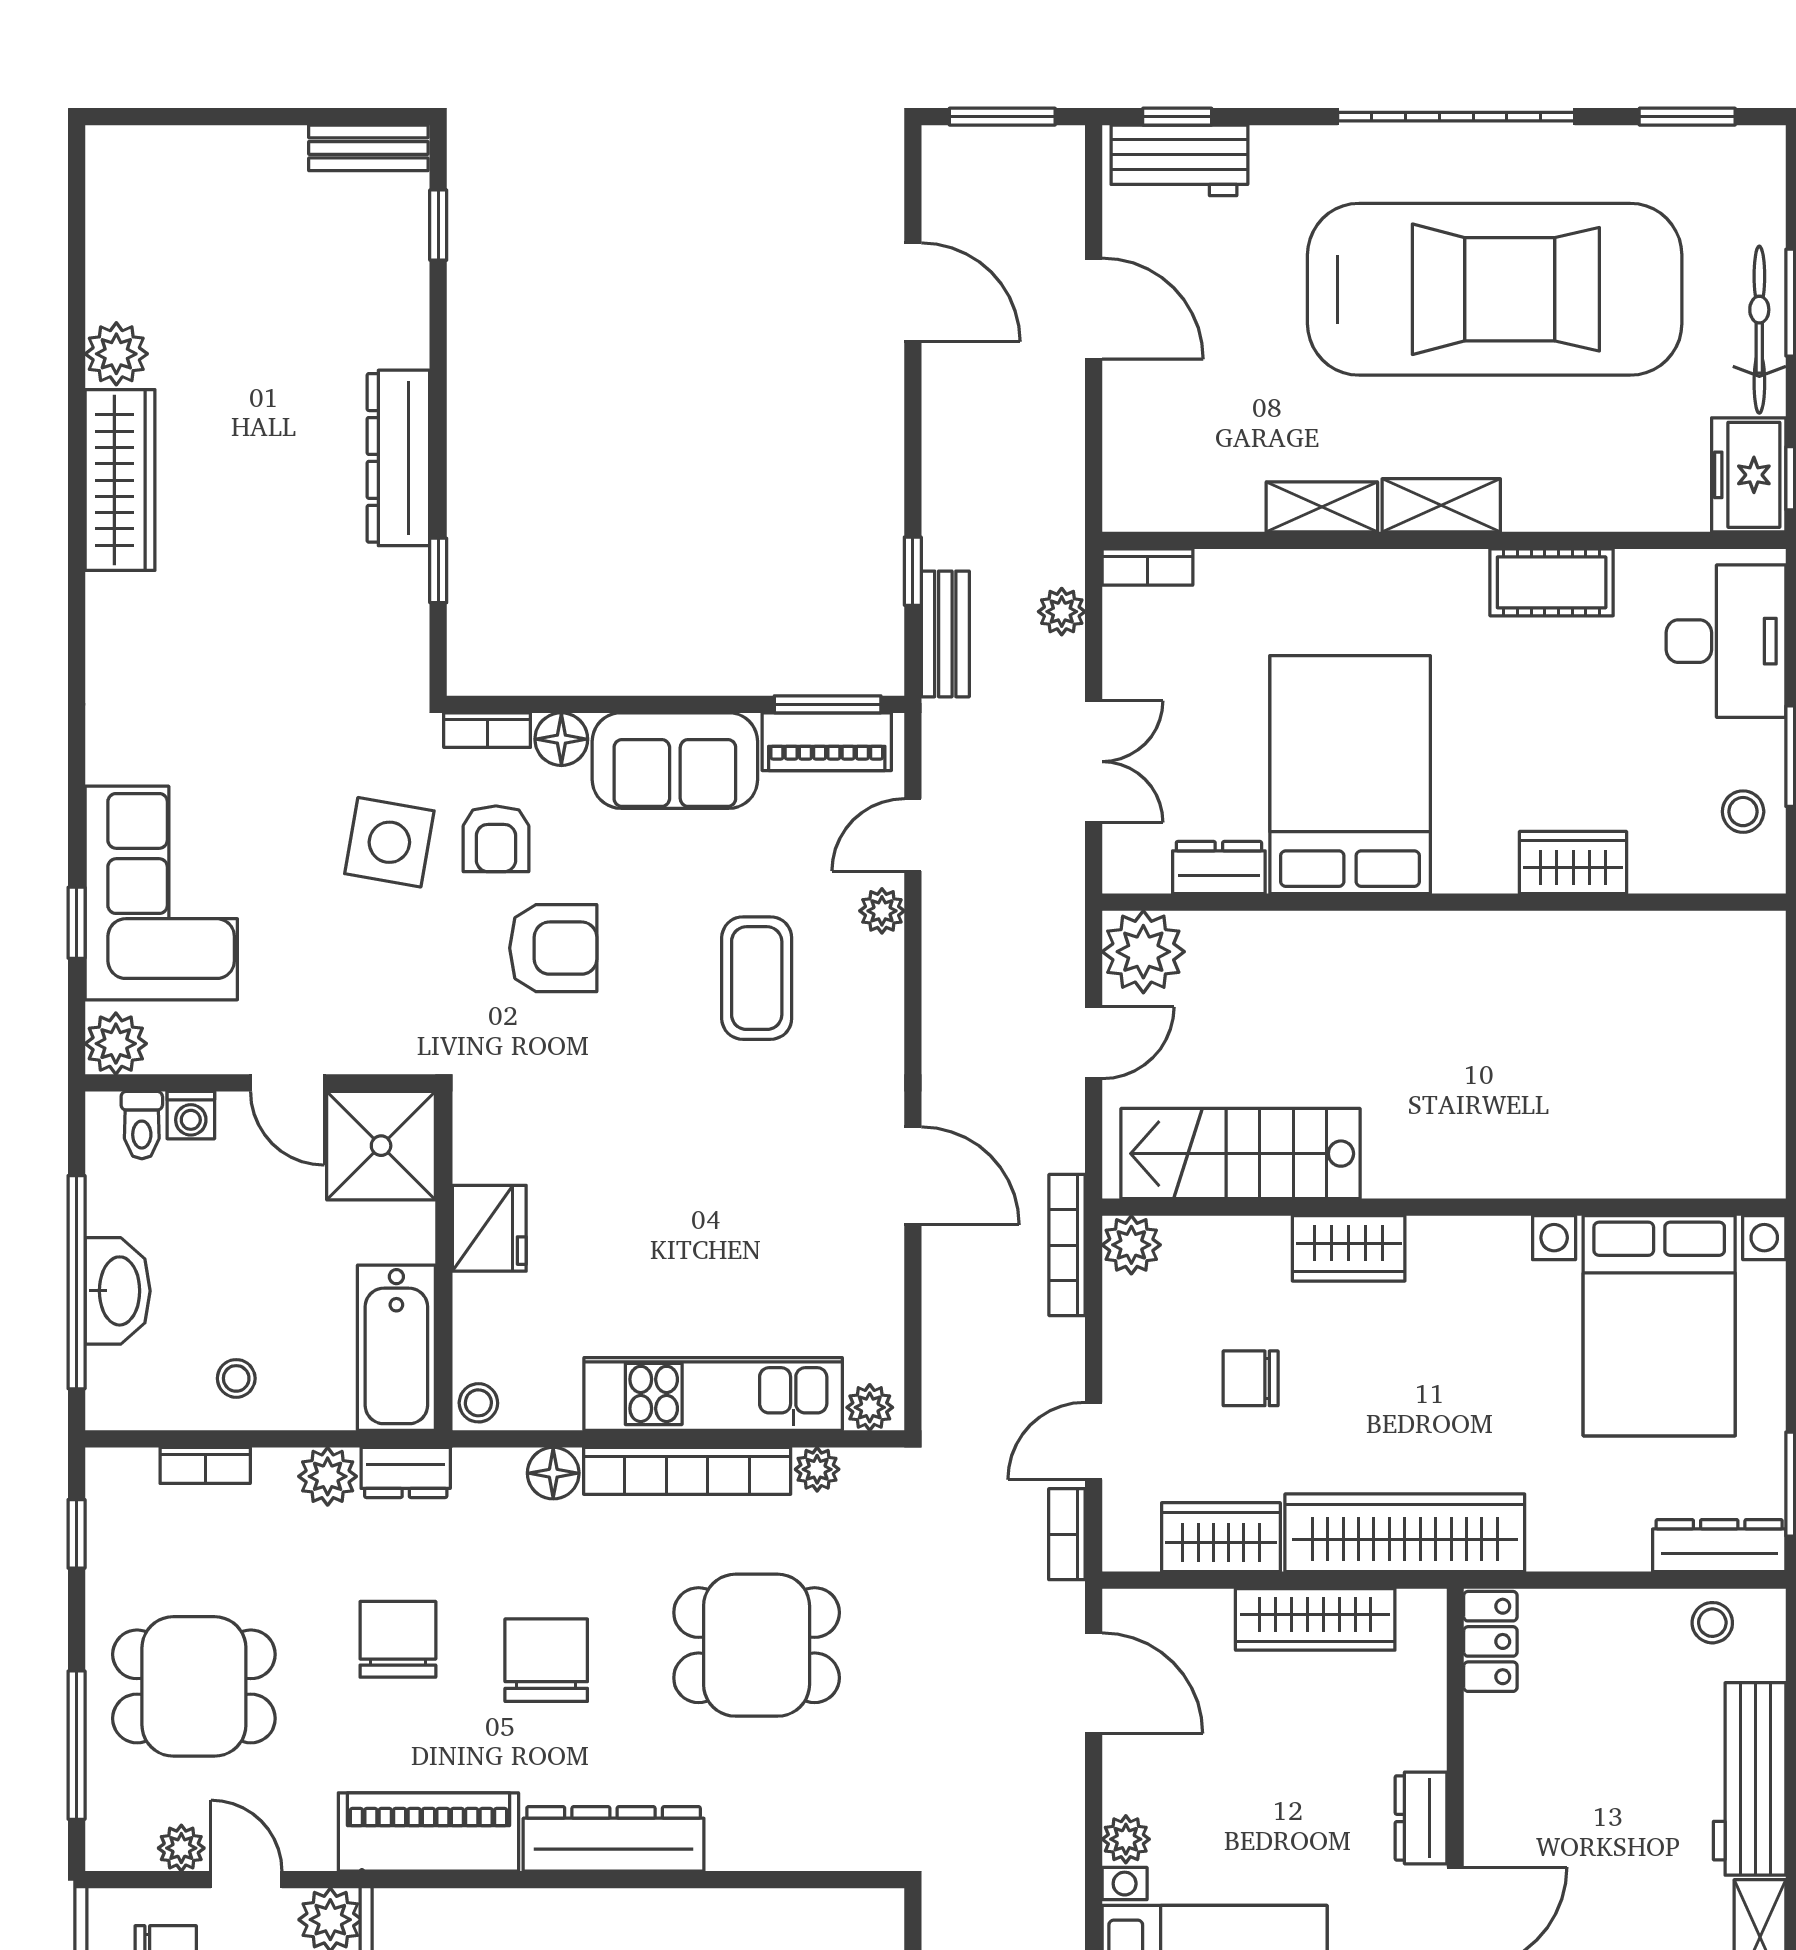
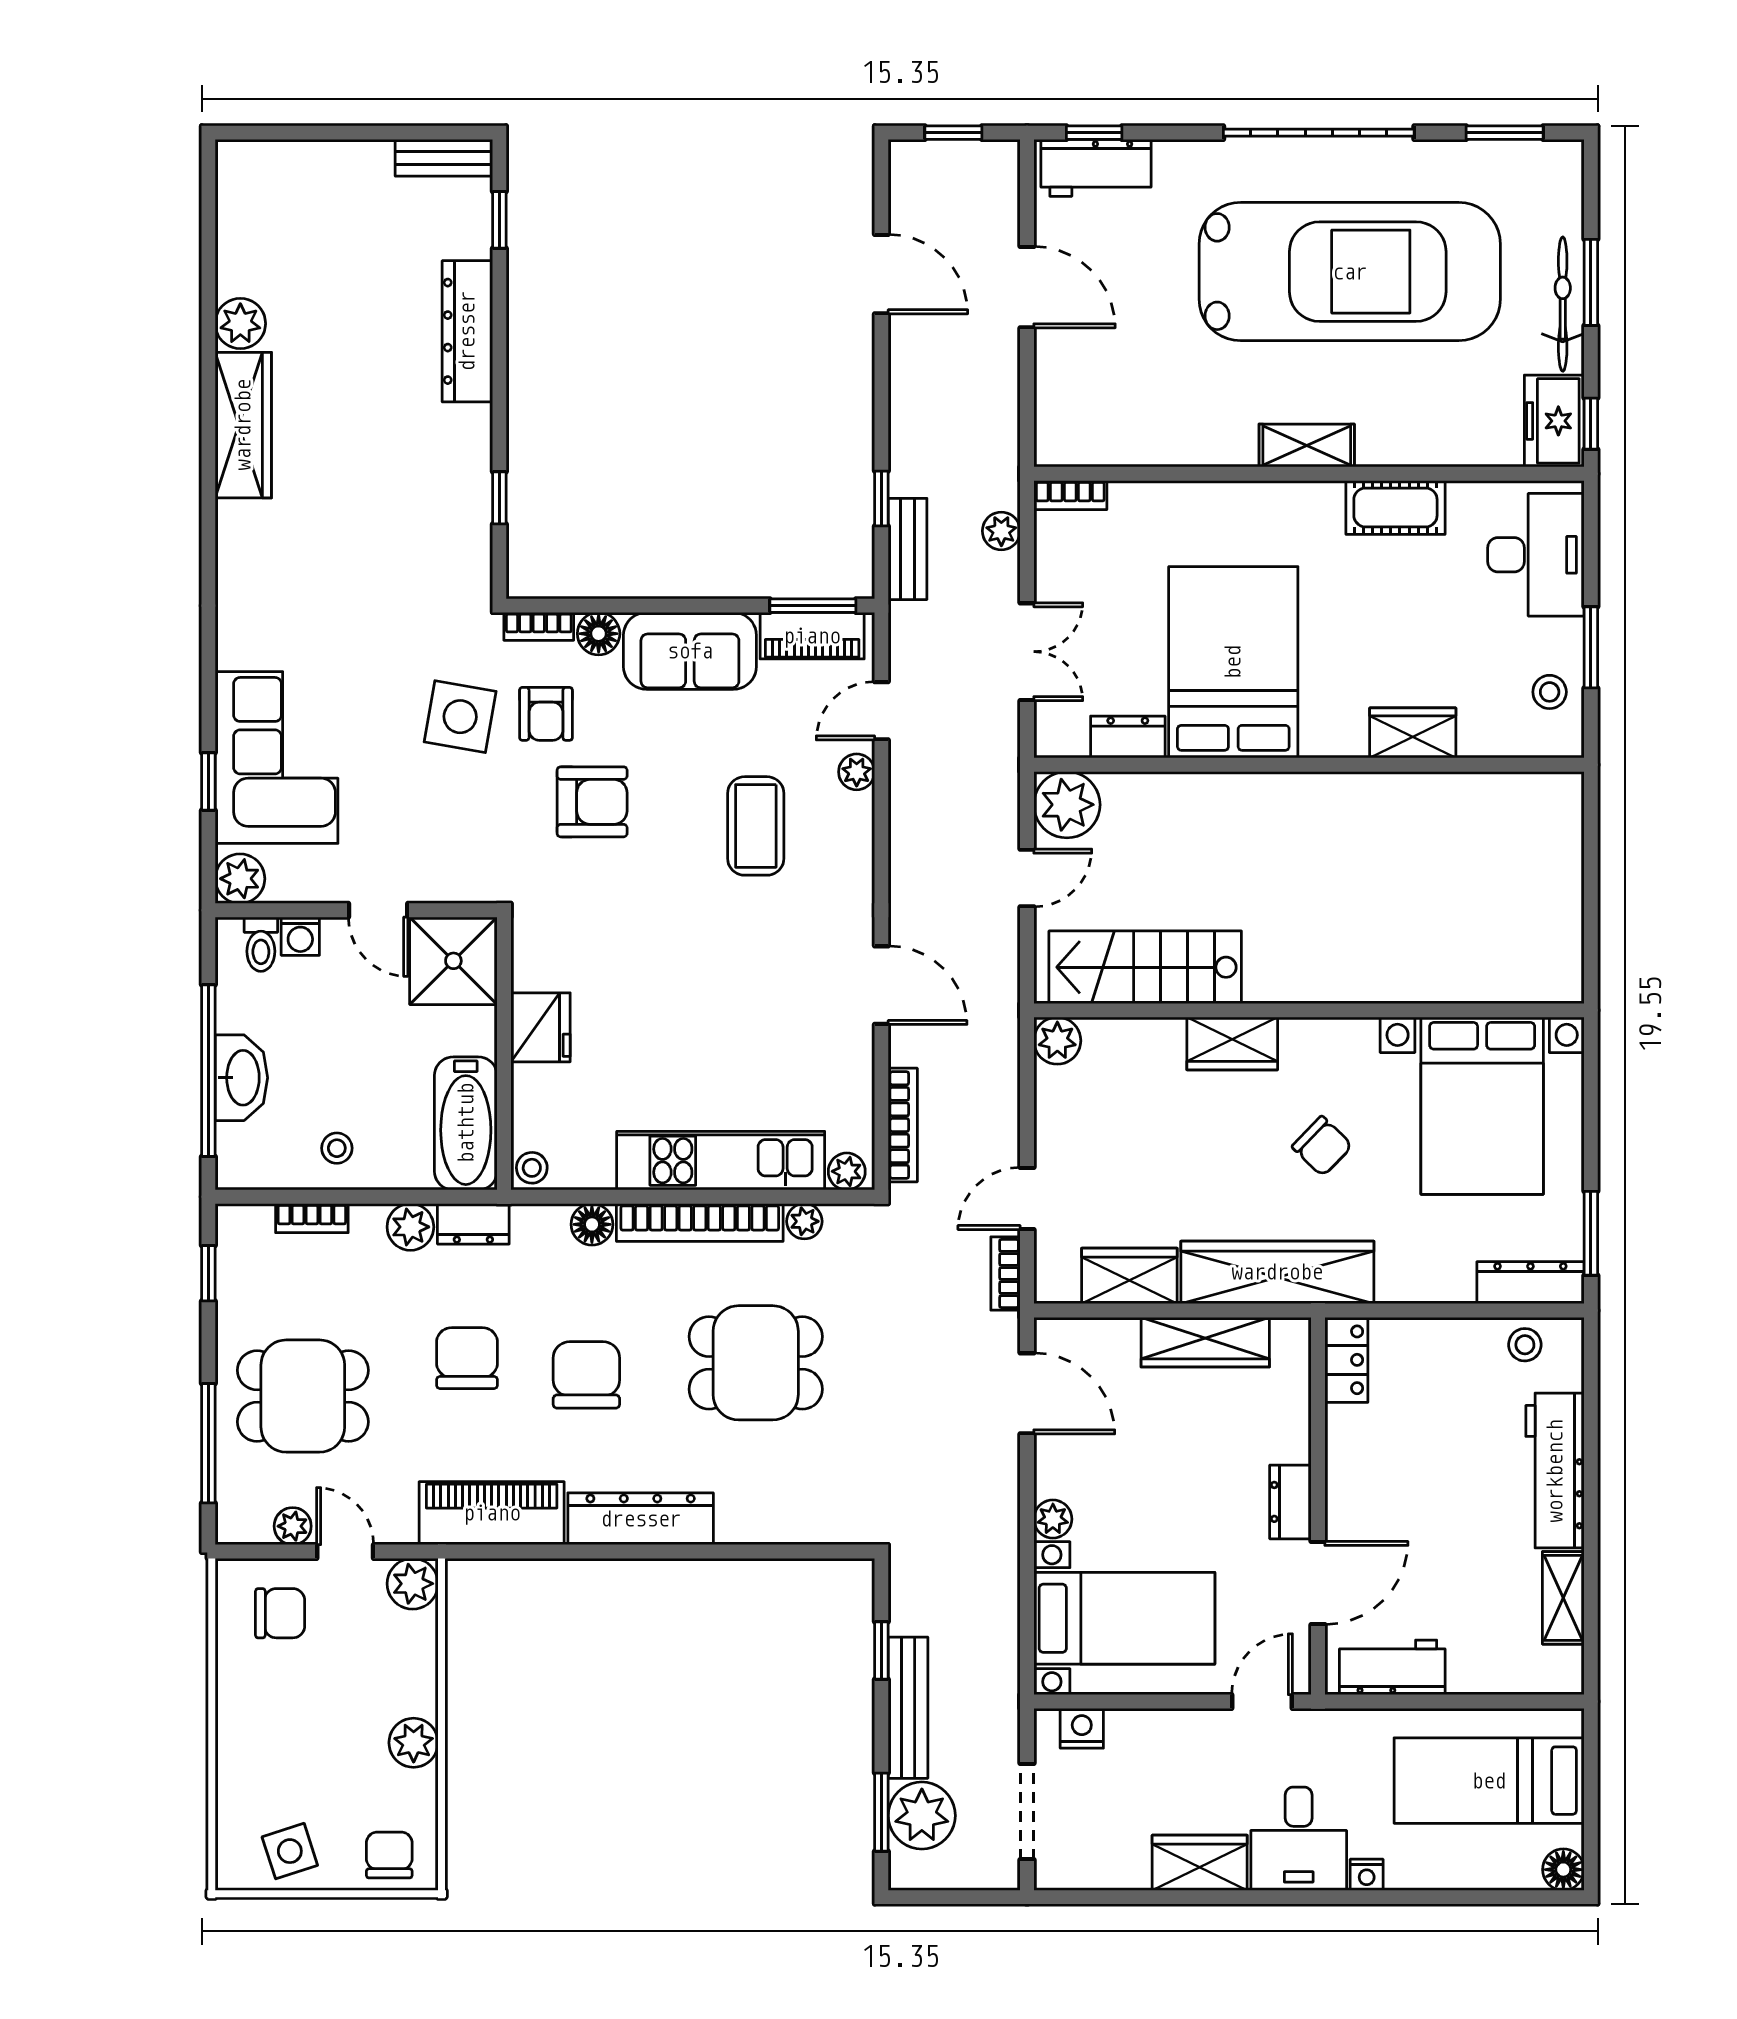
window: (1002, 117) -> (953, 133), width x0.67
dresser: (398, 458) -> (467, 331), moved
shelving: (1322, 507) -> (1211, 447), removed
bookcase: (1067, 1245) -> (903, 1125), moved, turned 180
chair: (1251, 1378) -> (1322, 1146), moved, turned -136

